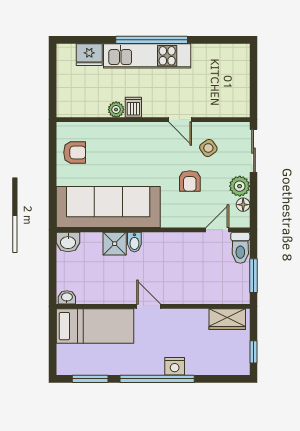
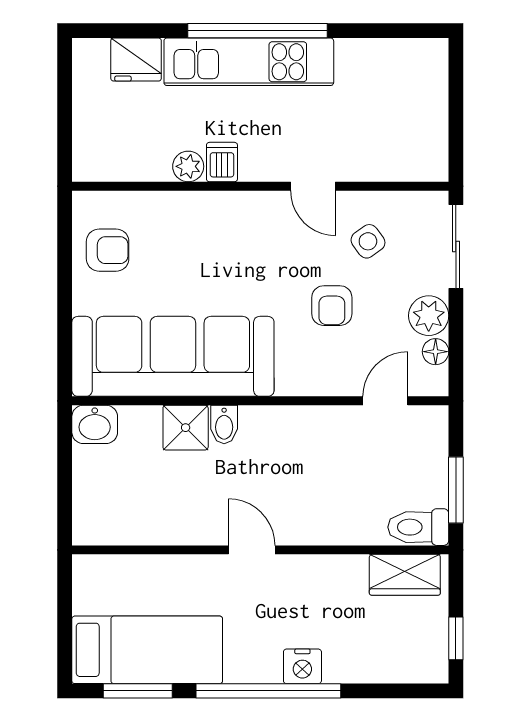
toilet: (240, 248) -> (418, 527), moved, turned 90
washbasin: (67, 297) -> (93, 532), removed
bed: (95, 326) -> (147, 650), moved

